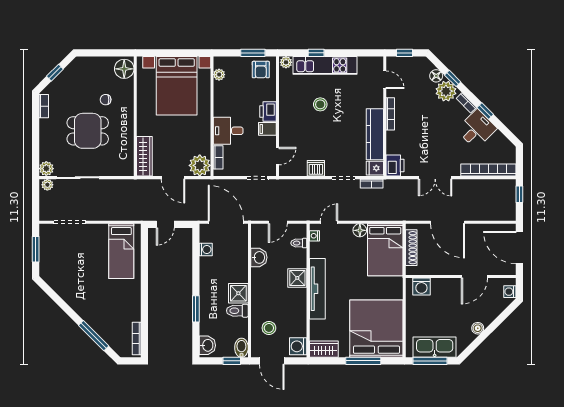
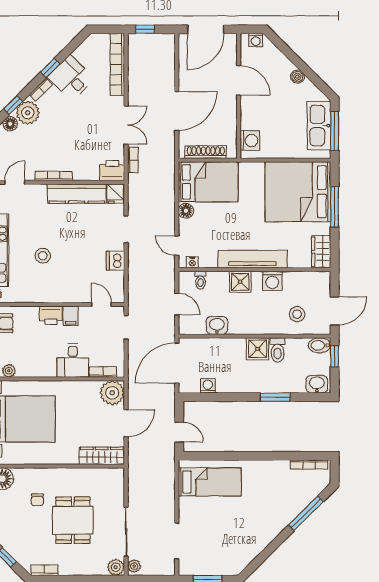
bookcase: (372, 184) -> (133, 160), moved
washing machine: (298, 346) -> (272, 281), moved

